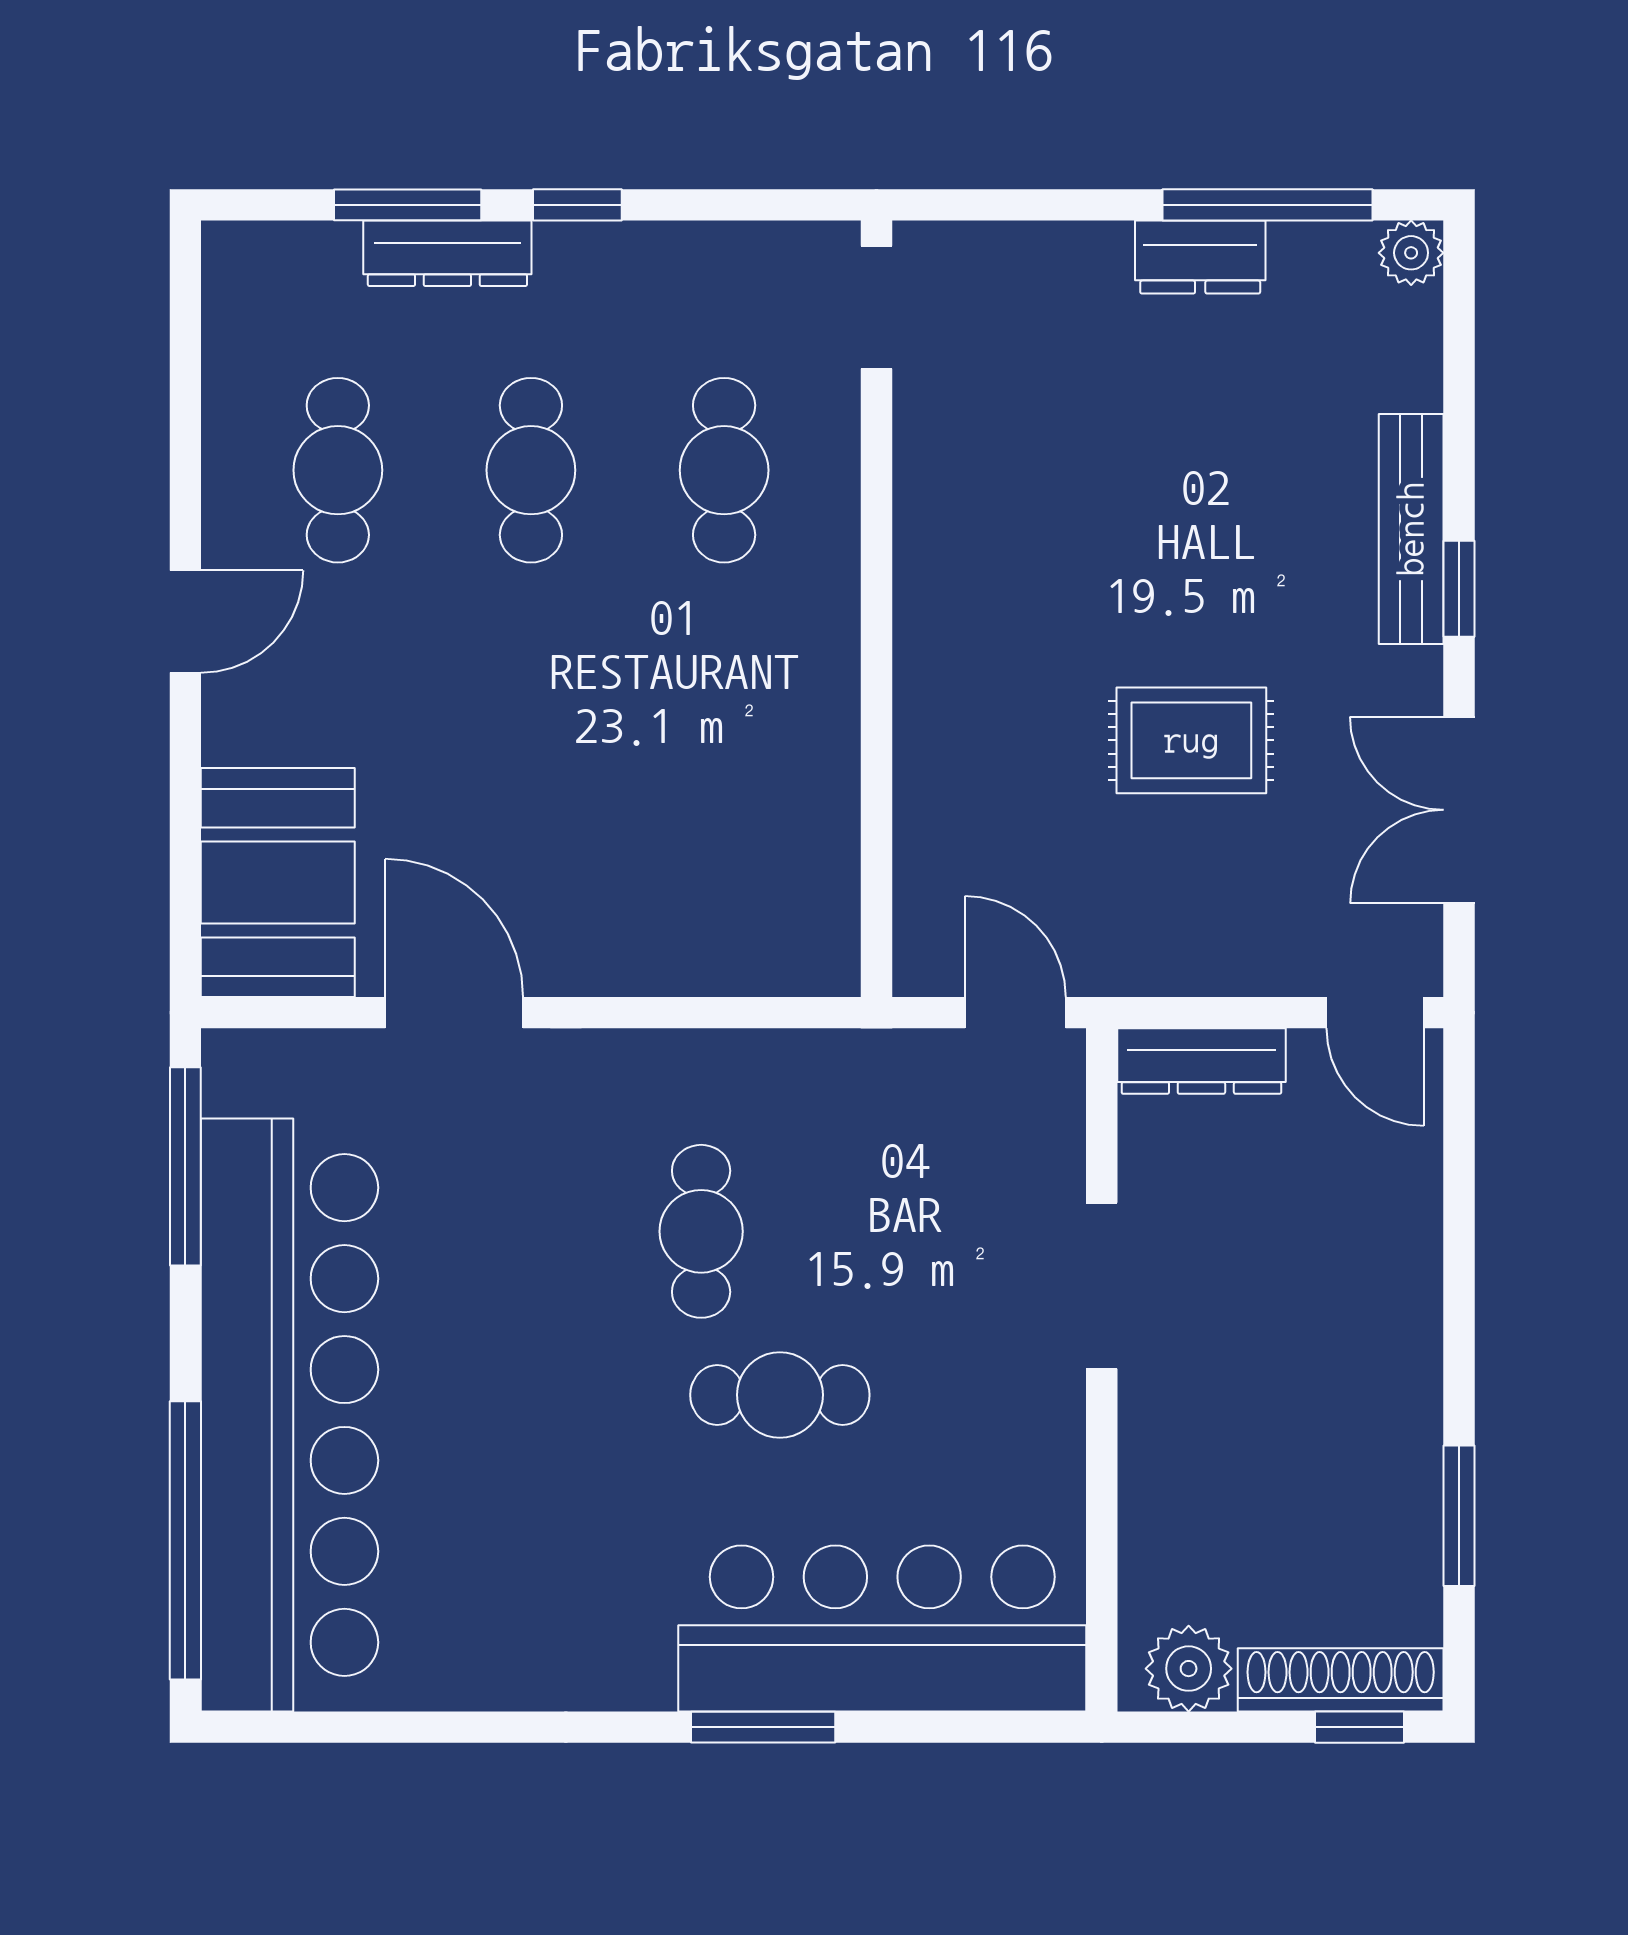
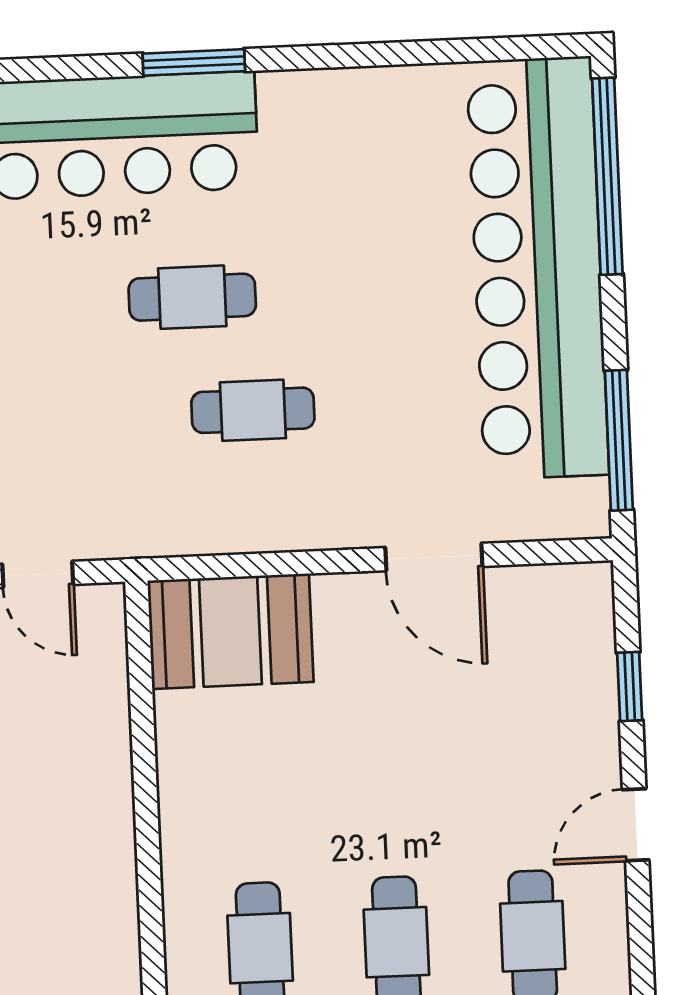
window: (185, 817) -> (630, 686), added
booth: (278, 883) -> (230, 631), moved, turned 90
cafe table: (701, 1231) -> (253, 410), turned 90

